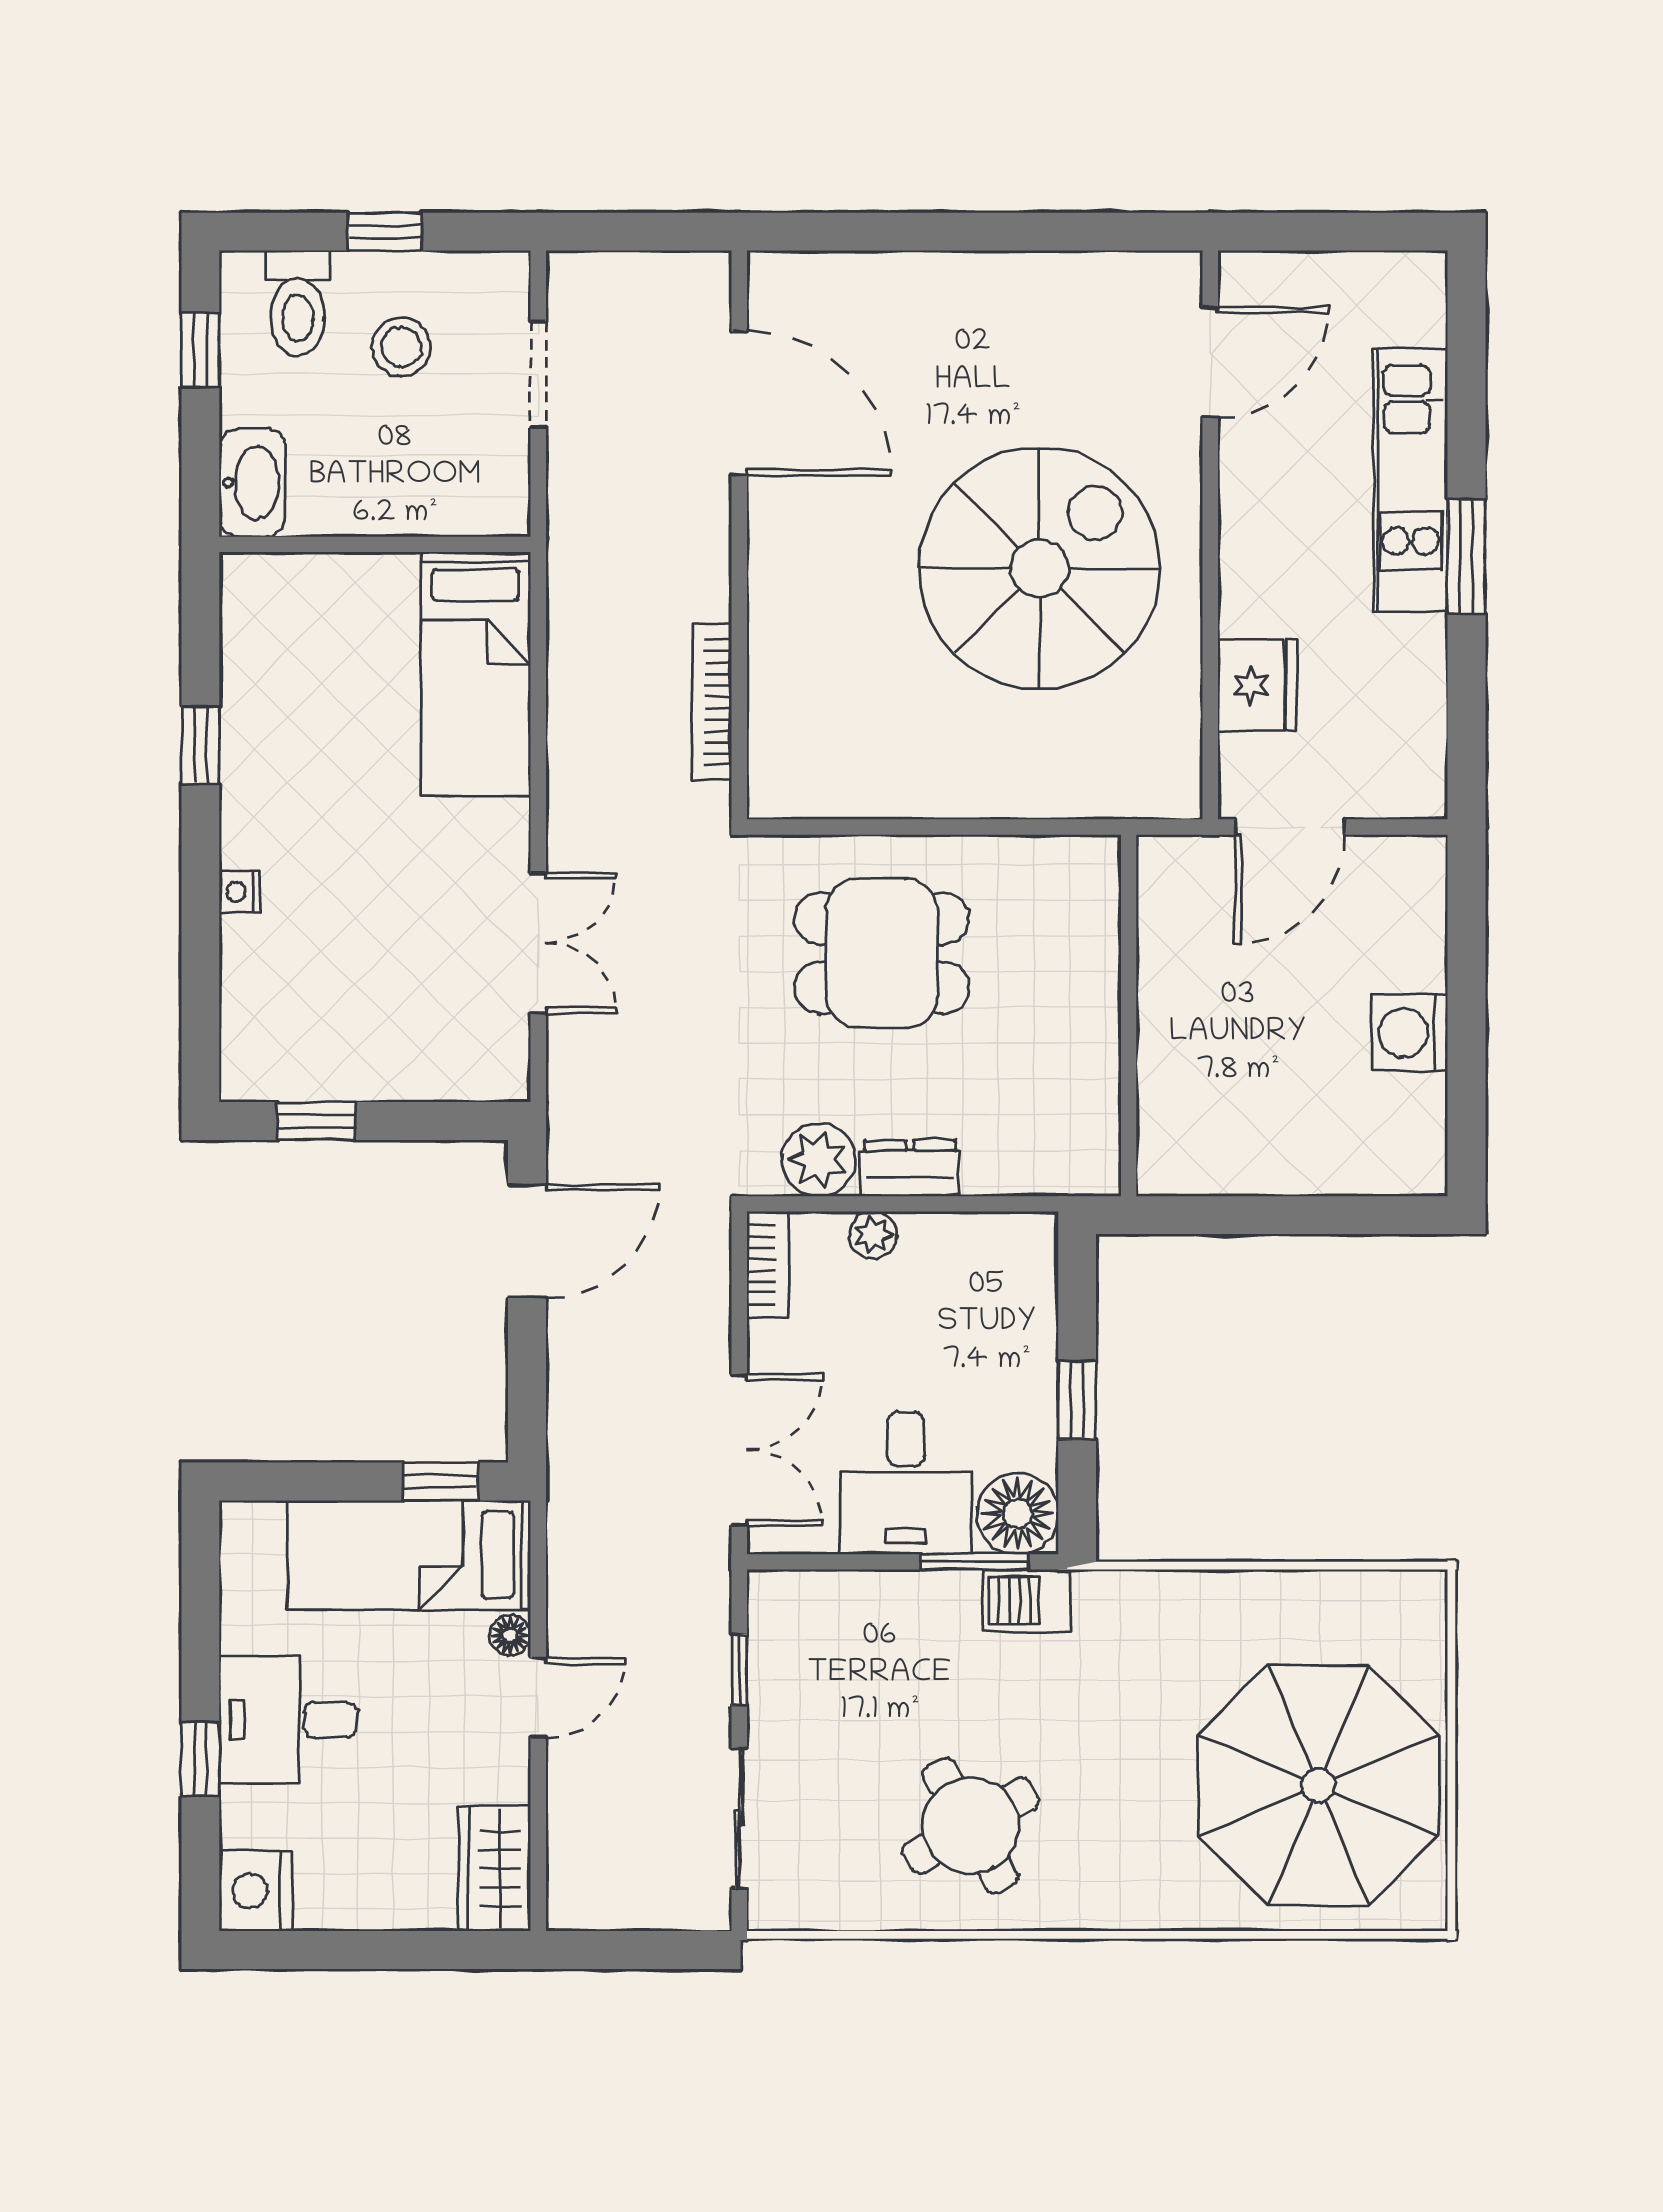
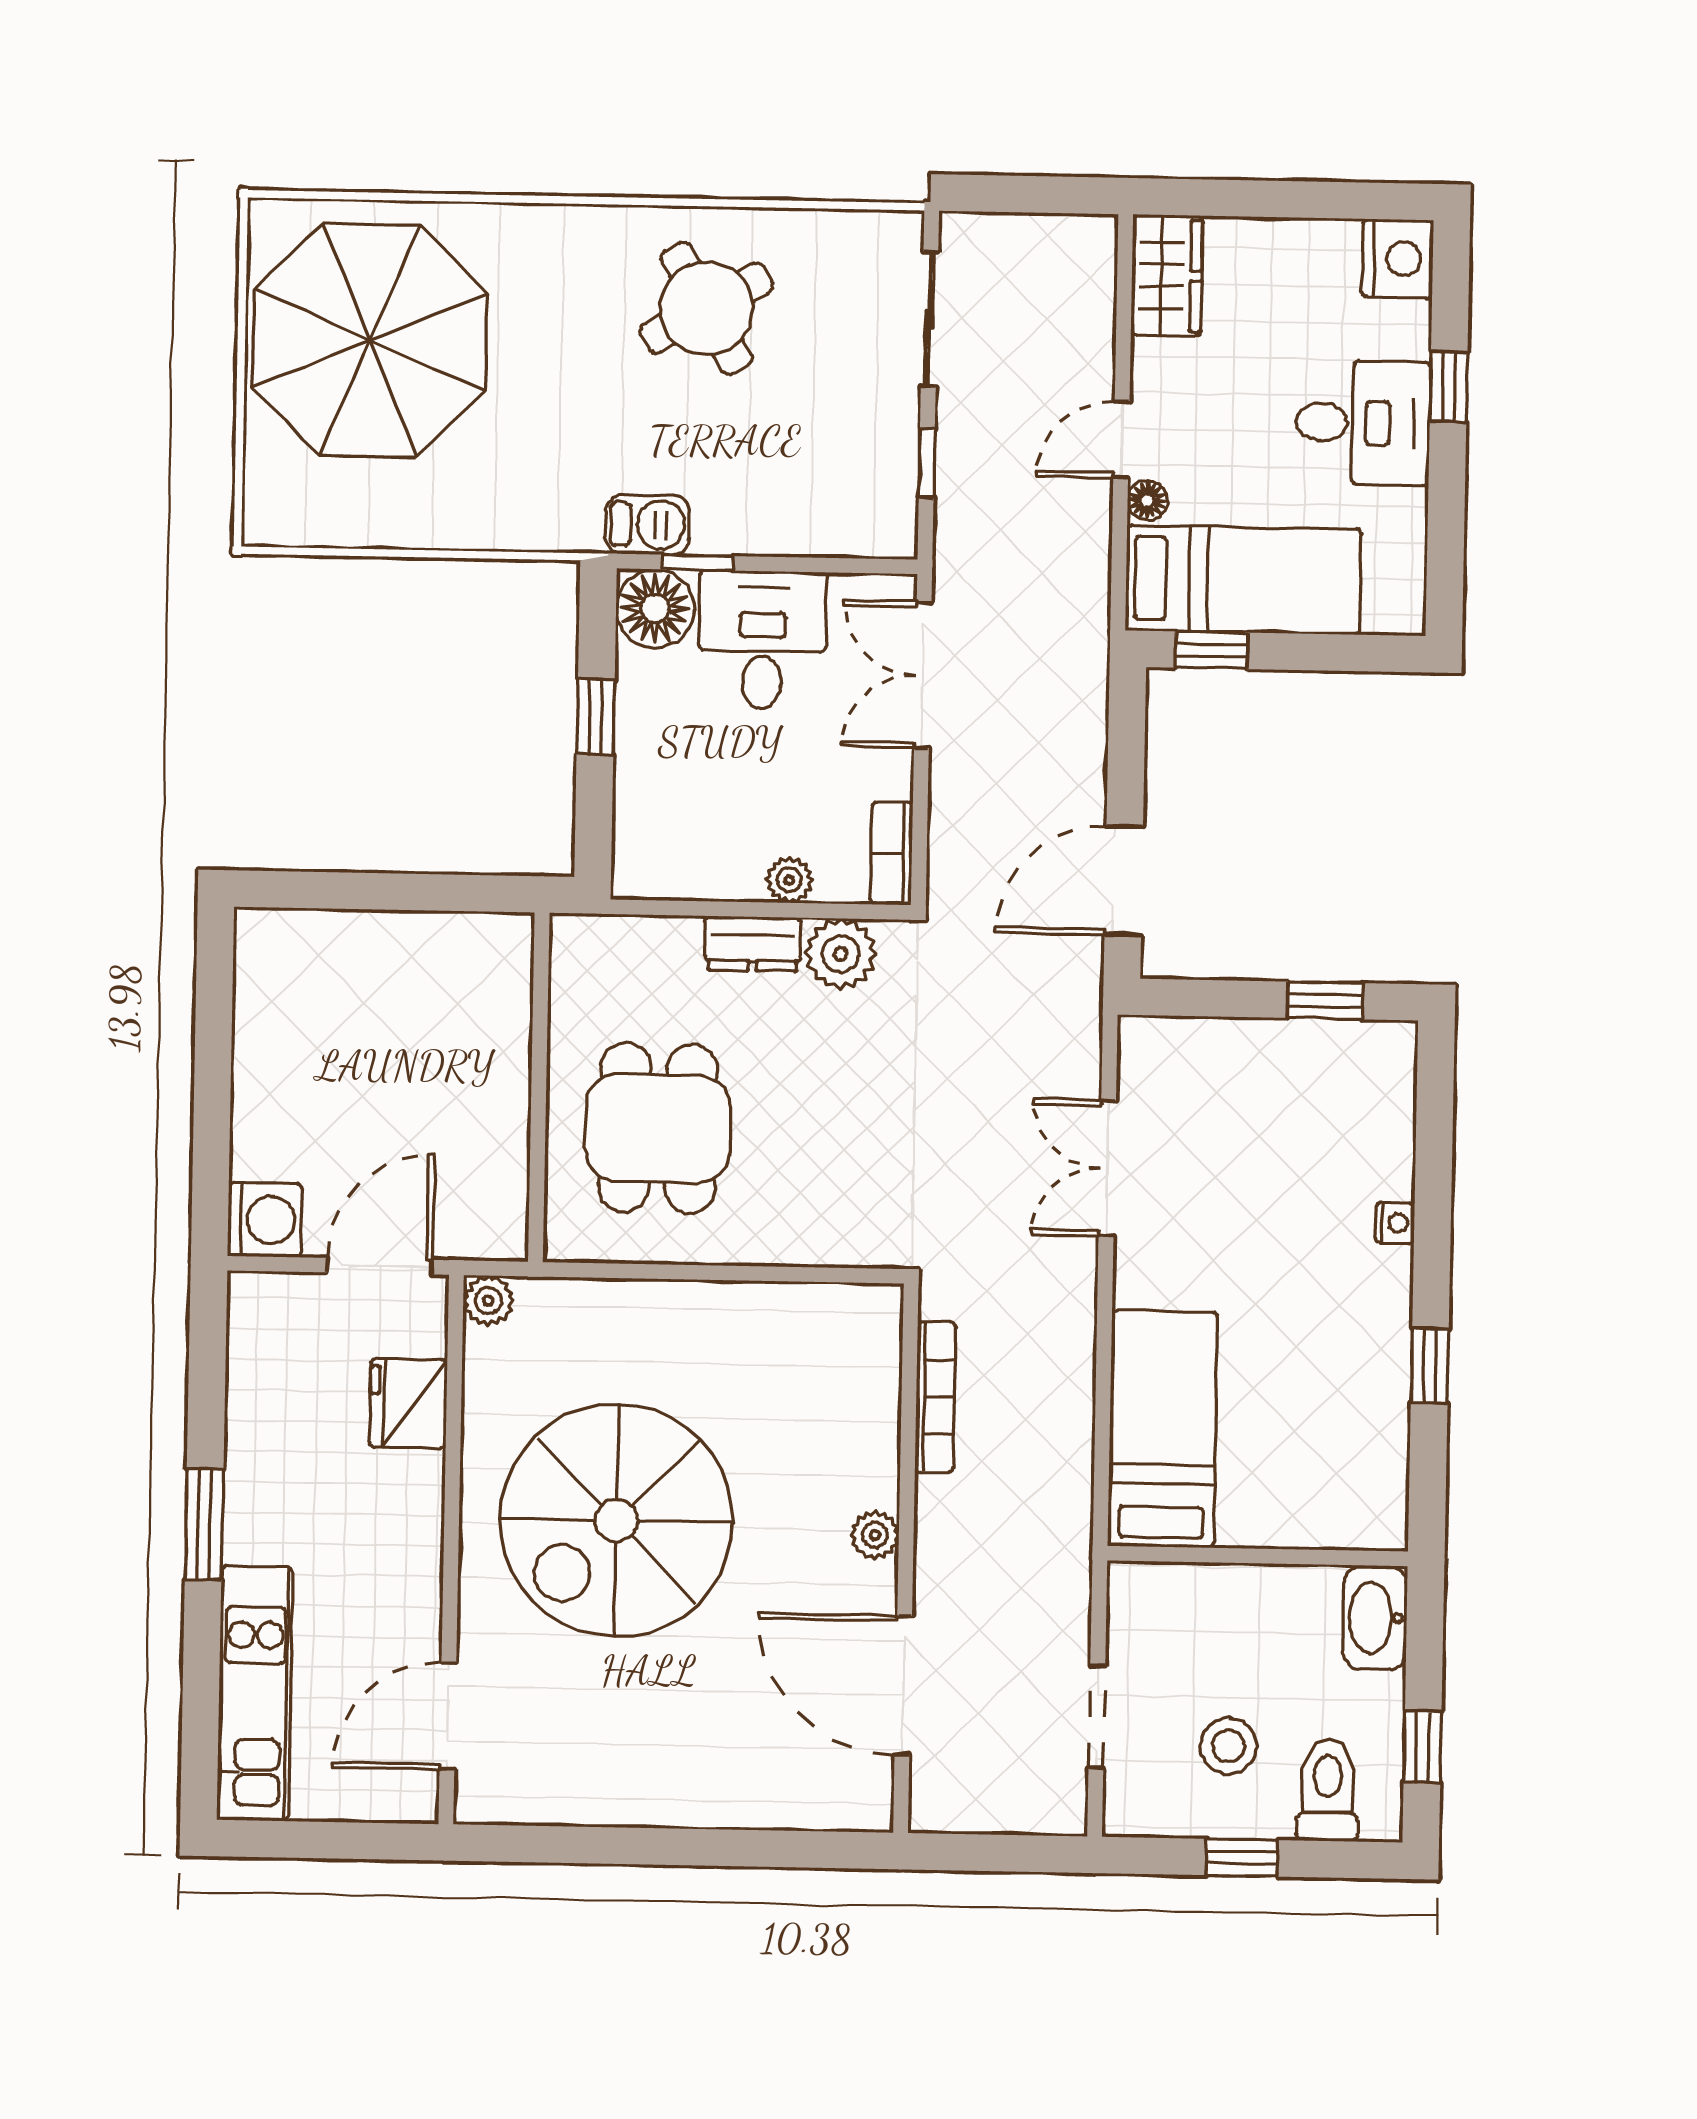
kitchen unit: (1411, 480) -> (255, 1693), moved
plant: (772, 558) -> (875, 1535), added
plant: (1177, 793) -> (488, 1301), added
dining table: (882, 953) -> (658, 1128), moved, turned 90
washing machine: (1410, 1033) -> (265, 1220), moved
window: (975, 1562) -> (698, 563), width x0.67

